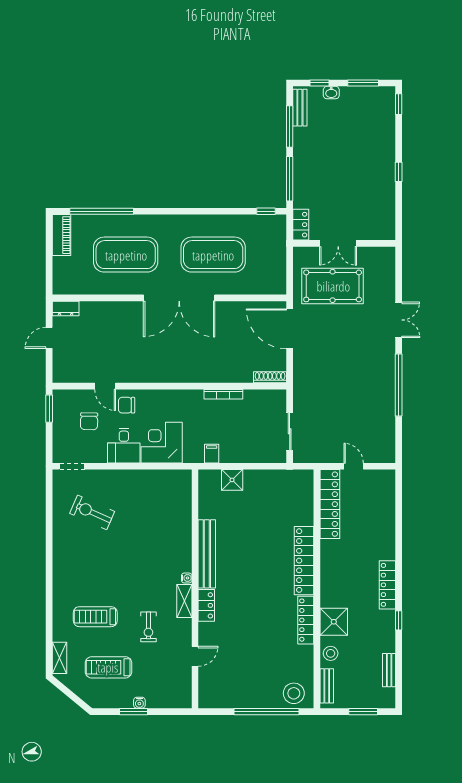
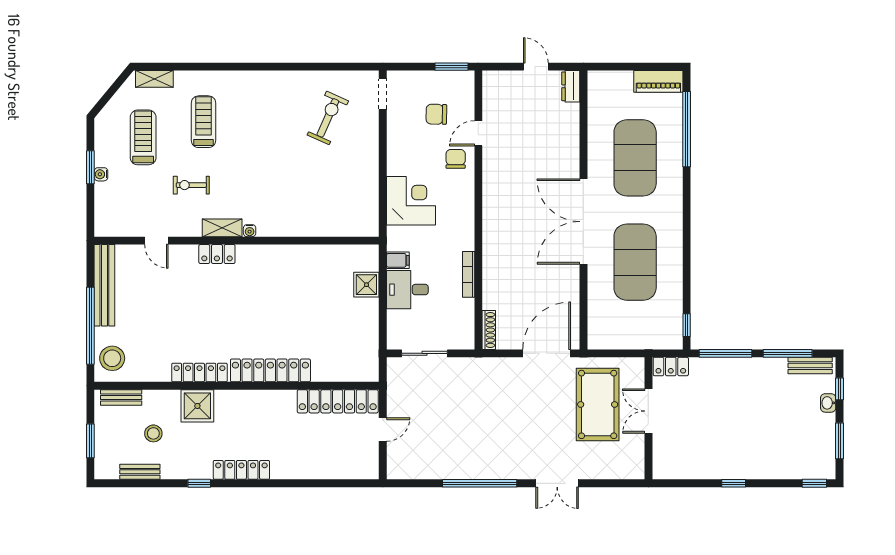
desk: (124, 446) -> (407, 290), moved
bench: (207, 554) -> (104, 285), moved, turned 90
stool: (331, 653) -> (153, 433), moved

